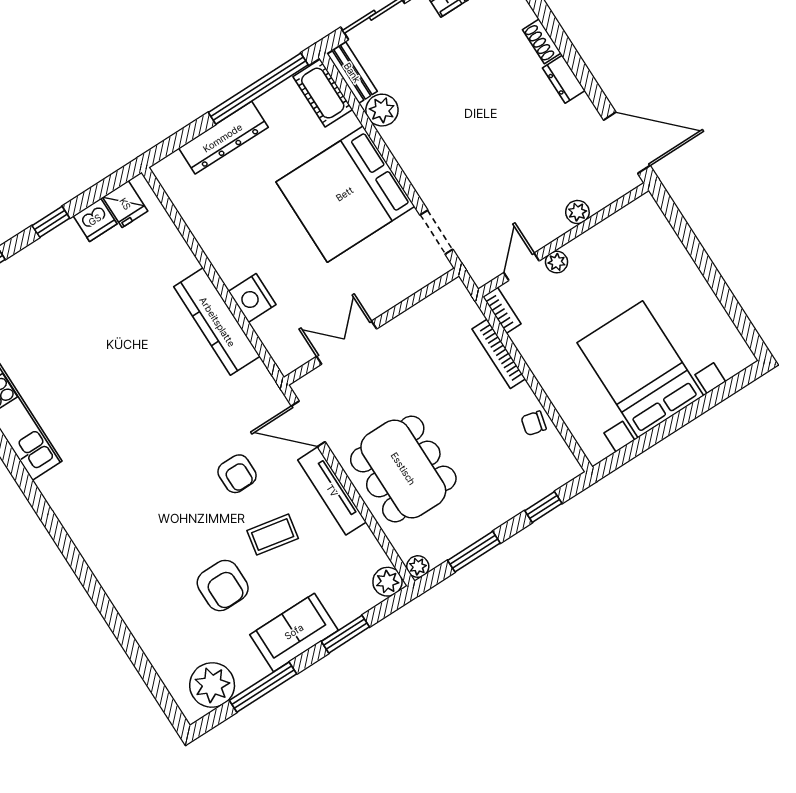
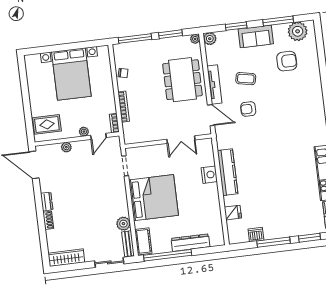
fridge: (125, 204) -> (233, 213), moved, turned 90
window: (51, 222) -> (274, 242), width x2.17
rug: (641, 240) -> (47, 124), added
armchair: (237, 474) -> (248, 109), turned -90
window: (543, 507) -> (135, 39), width x2.17
armchair: (223, 586) -> (287, 61), moved, turned 90

